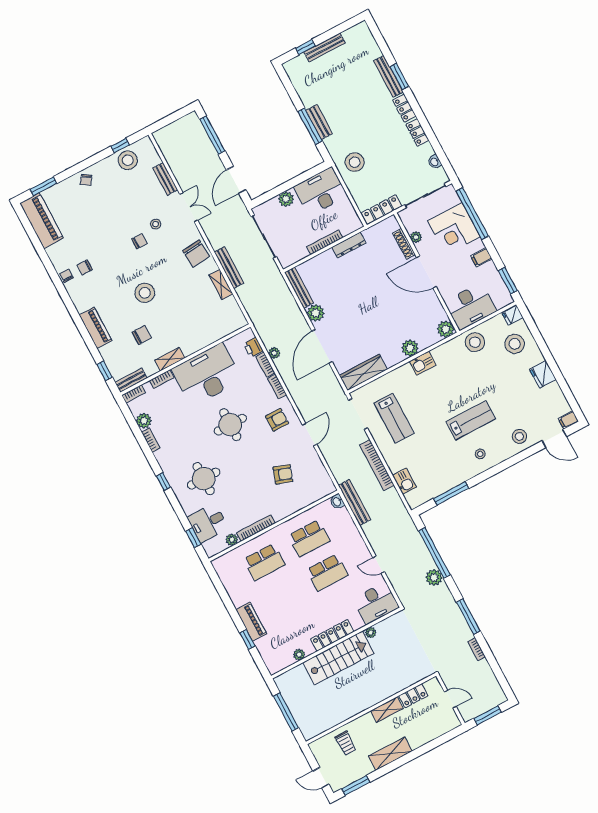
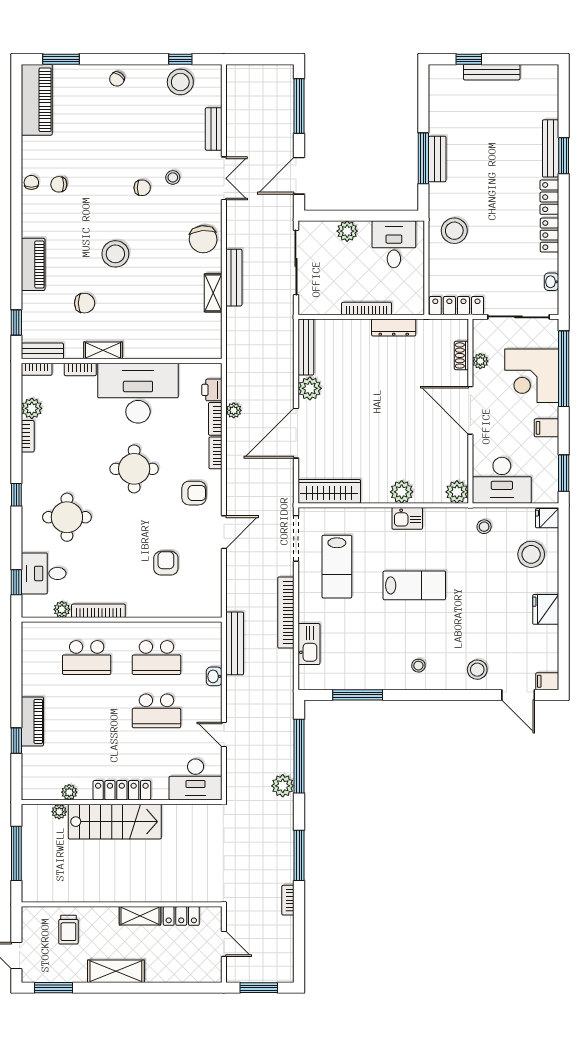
desk: (320, 191) -> (394, 244), width x0.73
shoe rack: (404, 244) -> (461, 355), width x0.70
stool: (475, 342) -> (484, 527), width x0.53, depth x0.53
lab bench: (471, 420) -> (414, 585), moved
armchair: (283, 474) -> (166, 563), turned -109
kitchen sink: (404, 481) -> (309, 644), width x1.38
washbasin: (337, 502) -> (214, 676), moved
plant: (371, 633) -> (59, 812), moved

